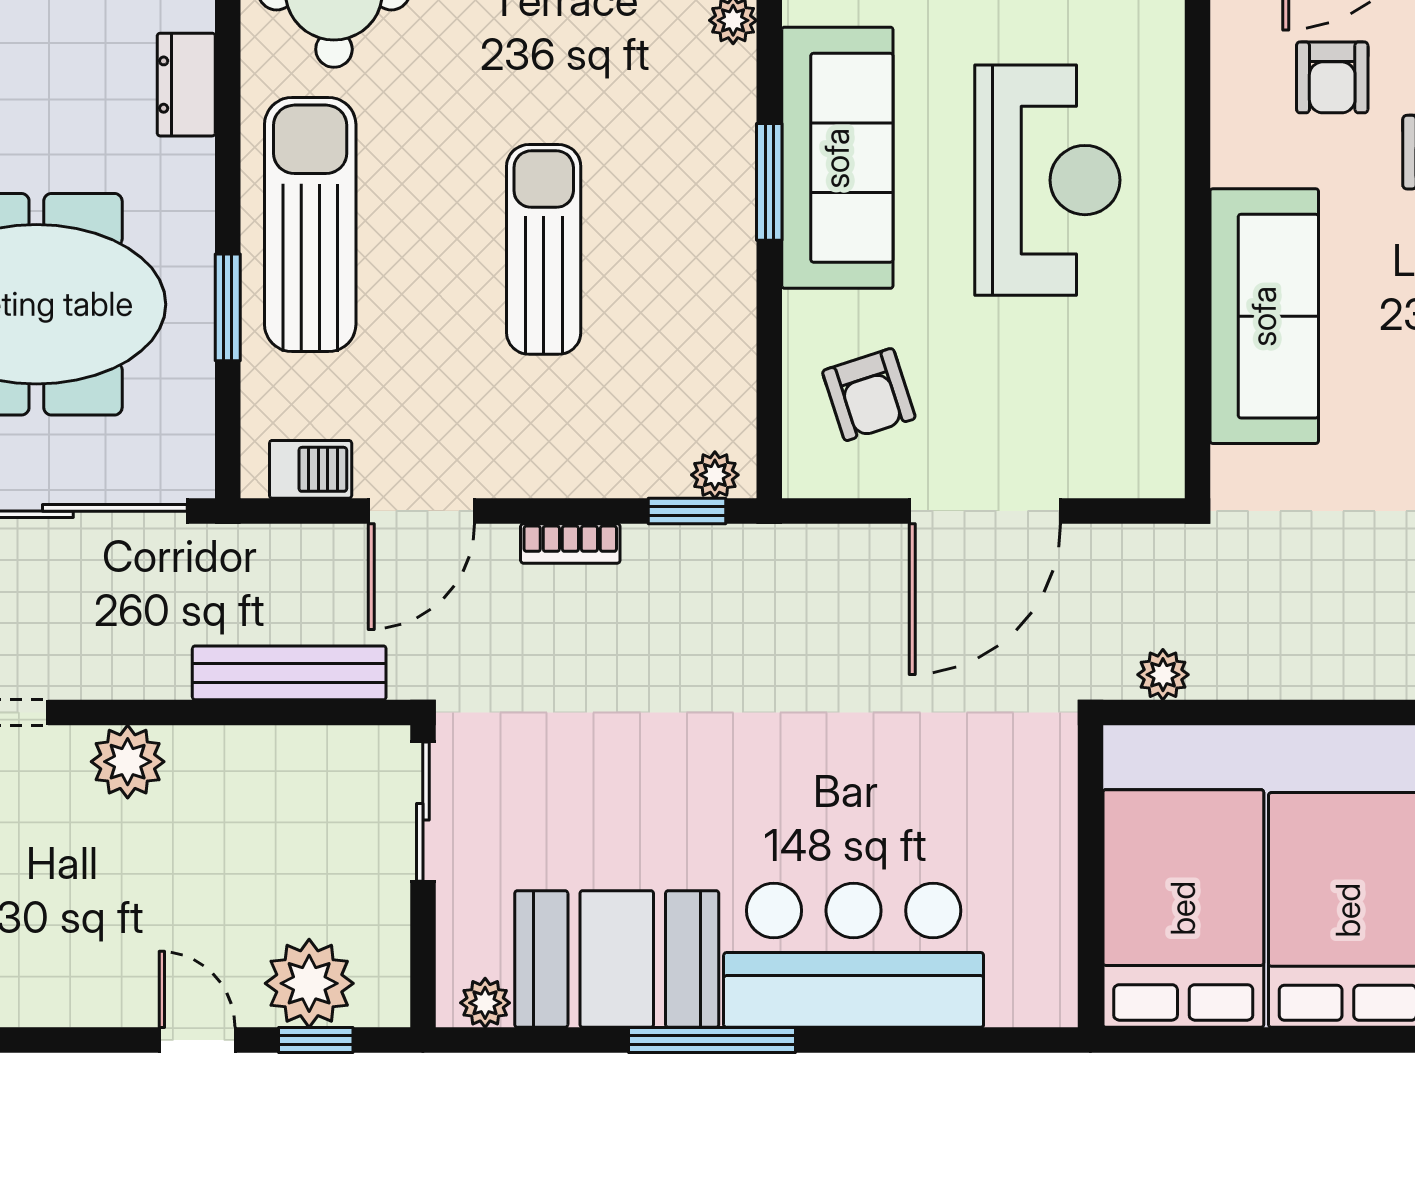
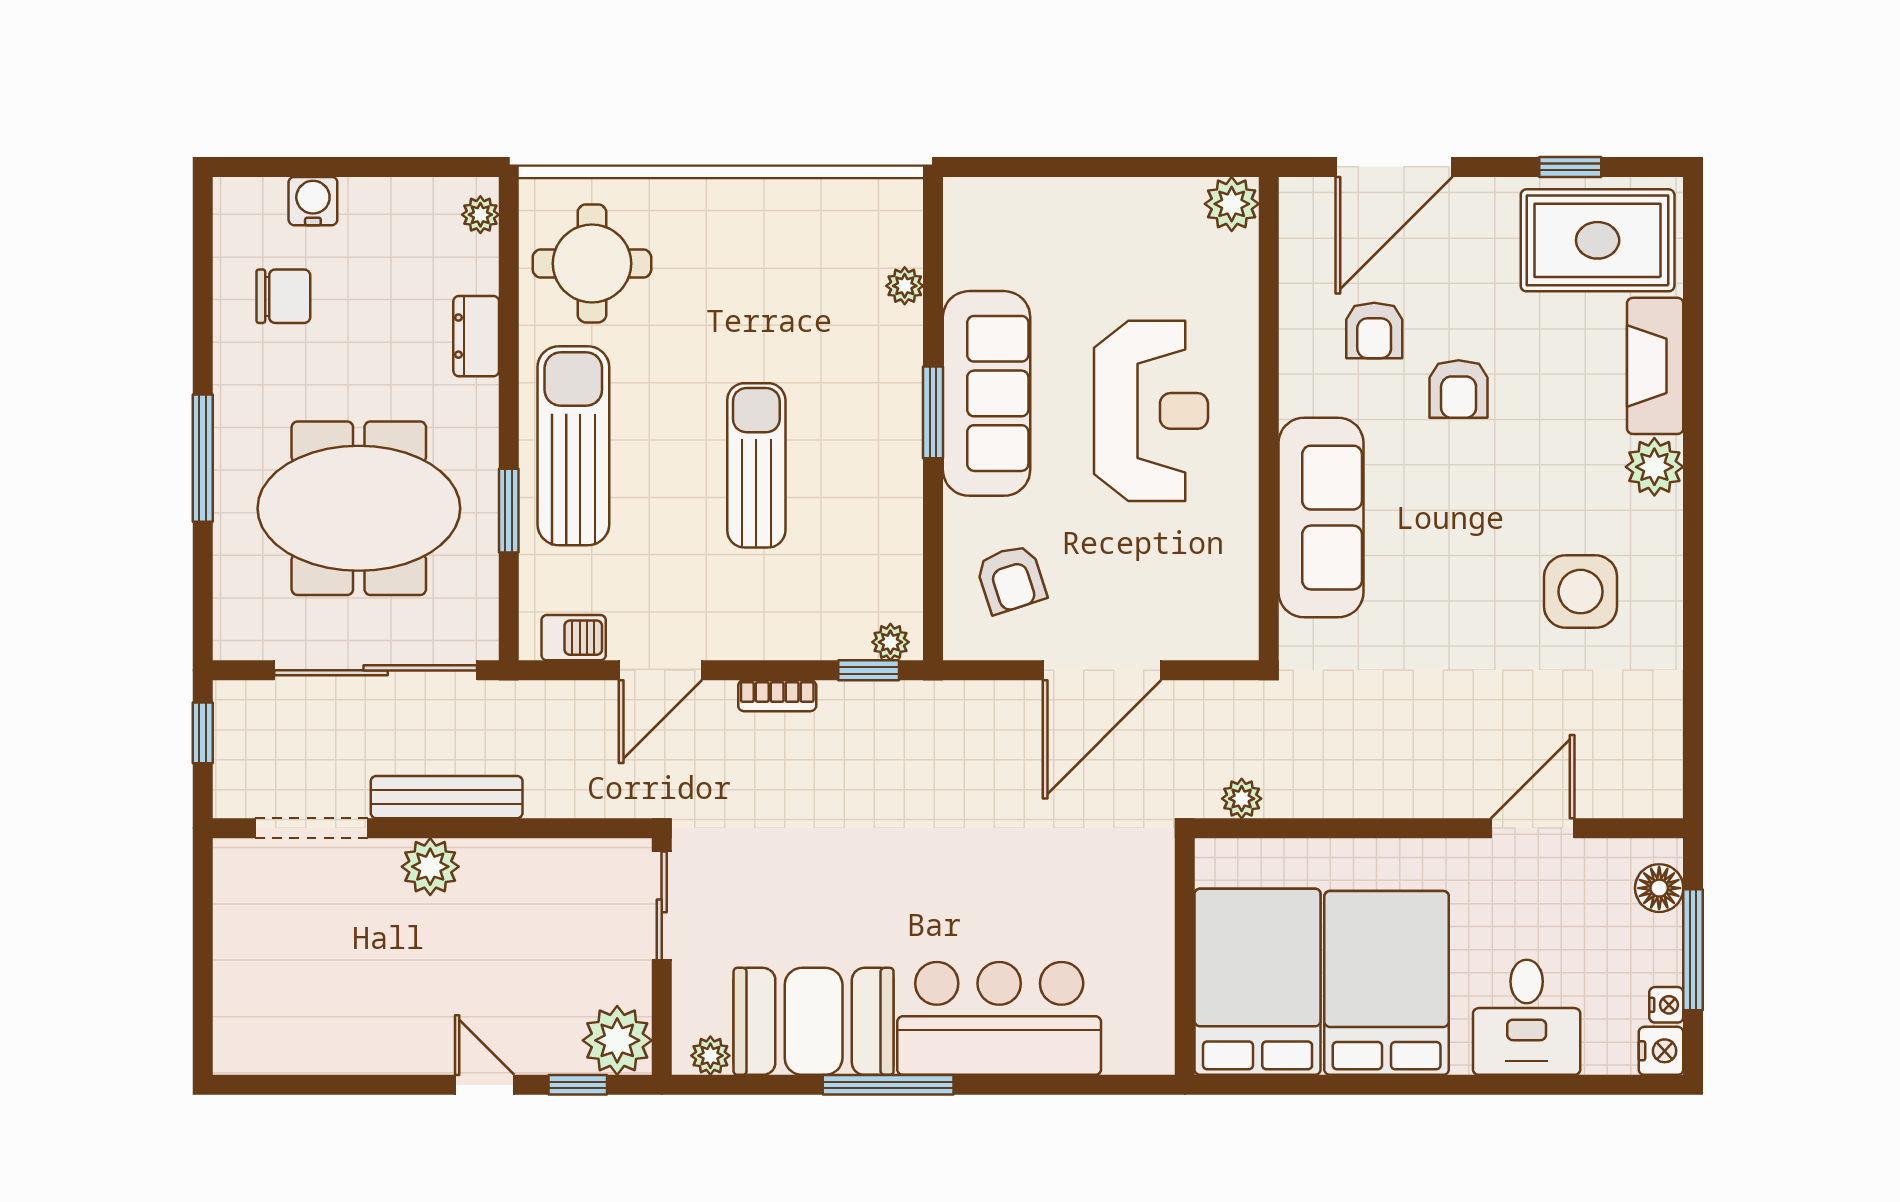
bench: (289, 673) -> (447, 797), moved
plant: (309, 983) -> (617, 1040), moved

